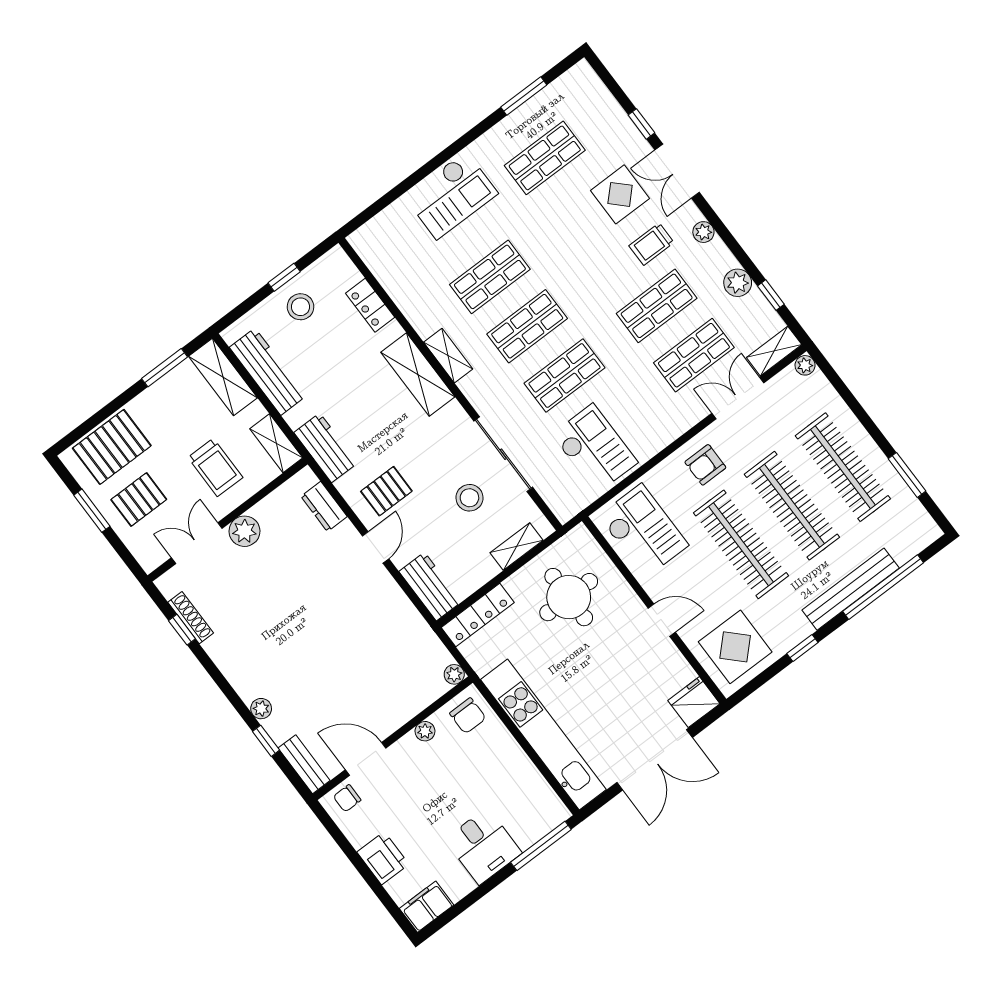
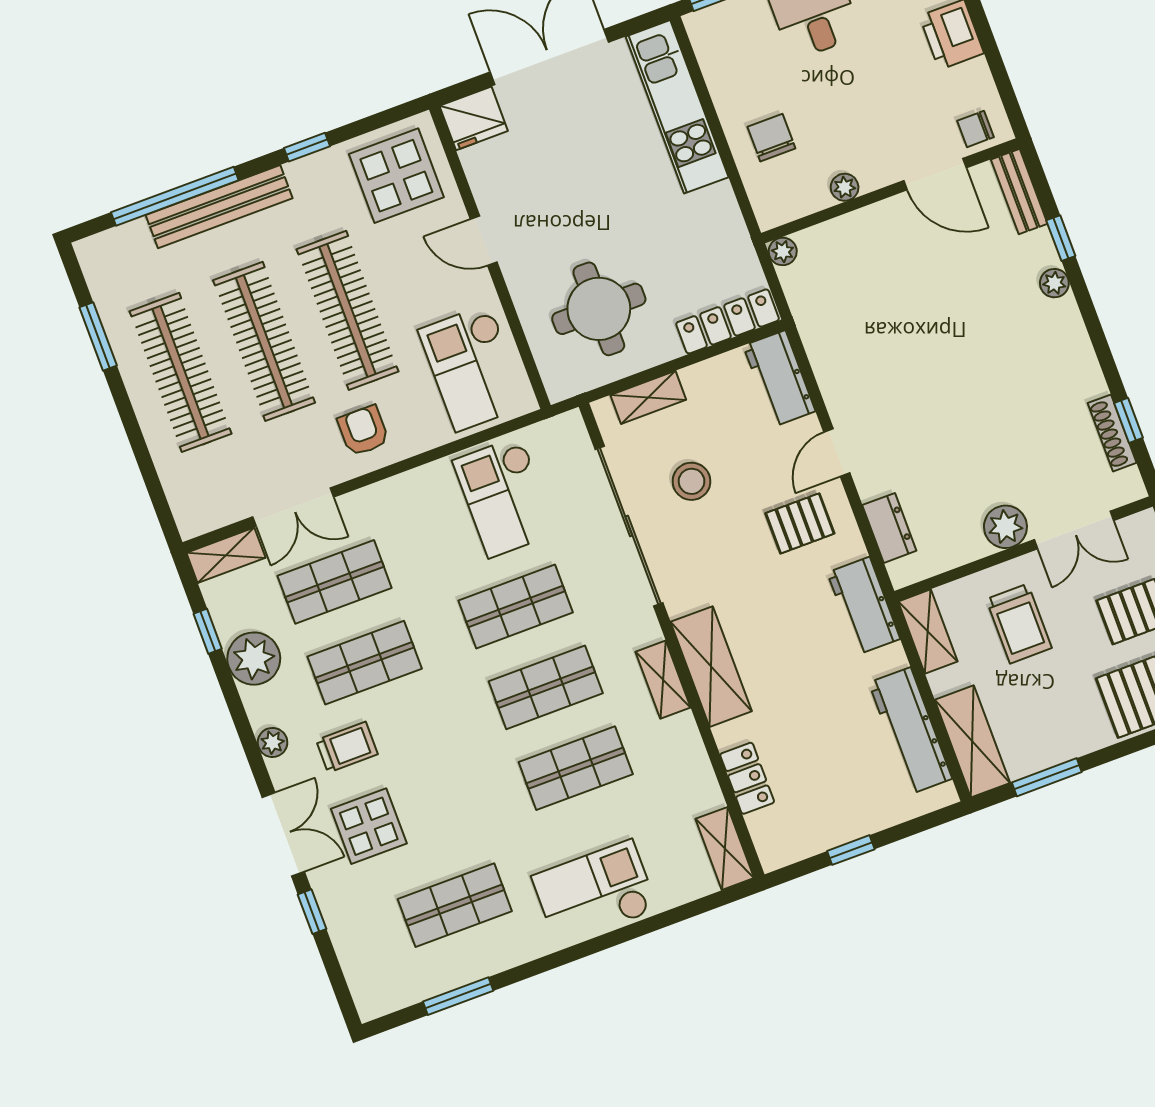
shelving: (371, 252) -> (725, 848), added
plant: (738, 283) -> (254, 659), width x1.36, depth x1.36
stool: (301, 307) -> (841, 804), removed
plant: (805, 365) -> (190, 524), removed
sliding door: (503, 454) -> (629, 526), width x1.36
armchair: (705, 465) -> (363, 431), turned -90
trolley: (215, 468) -> (1019, 624), turned 180
chair: (468, 716) -> (771, 138), moved
kitchen unit: (543, 735) -> (677, 107), width x0.73
chair: (347, 798) -> (976, 129), turned 180

